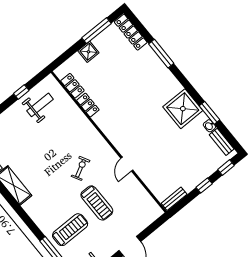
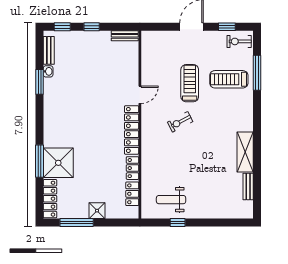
shower: (183, 109) -> (58, 163), moved
locker: (112, 133) -> (132, 130), added

